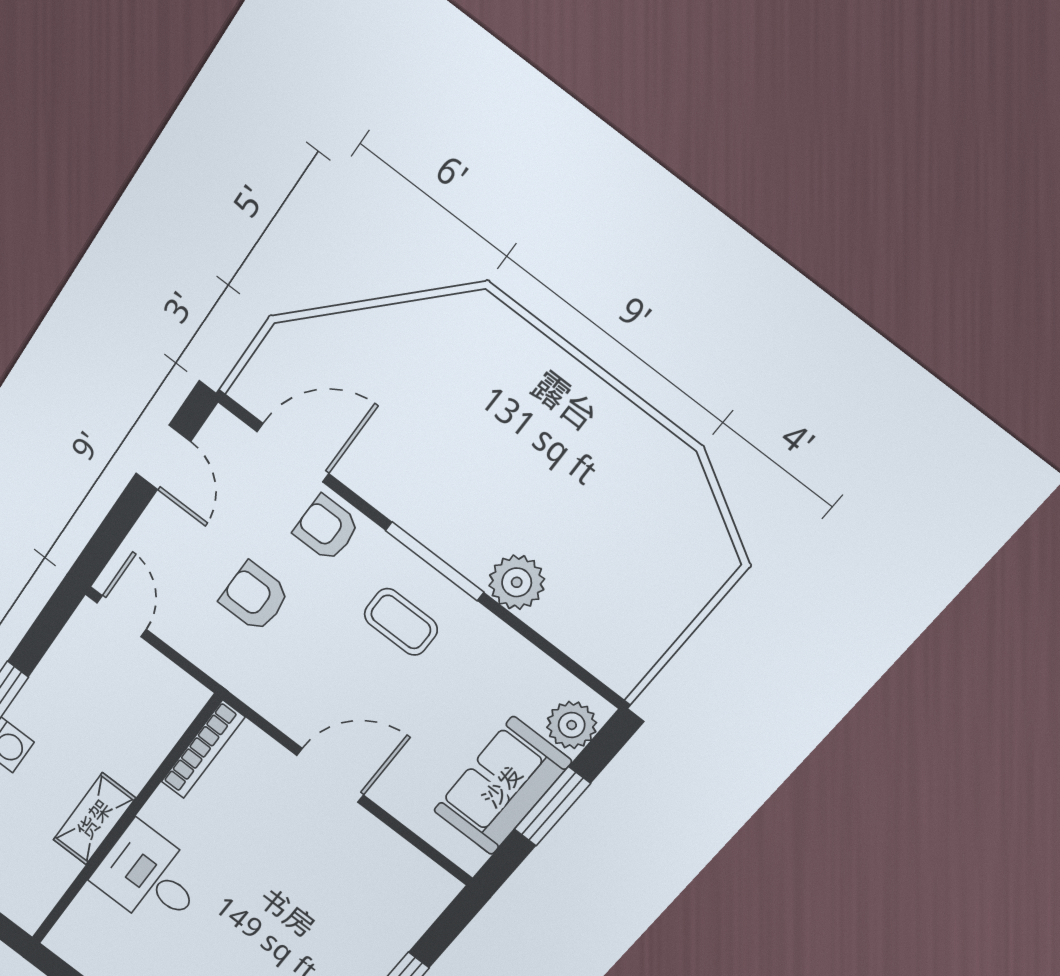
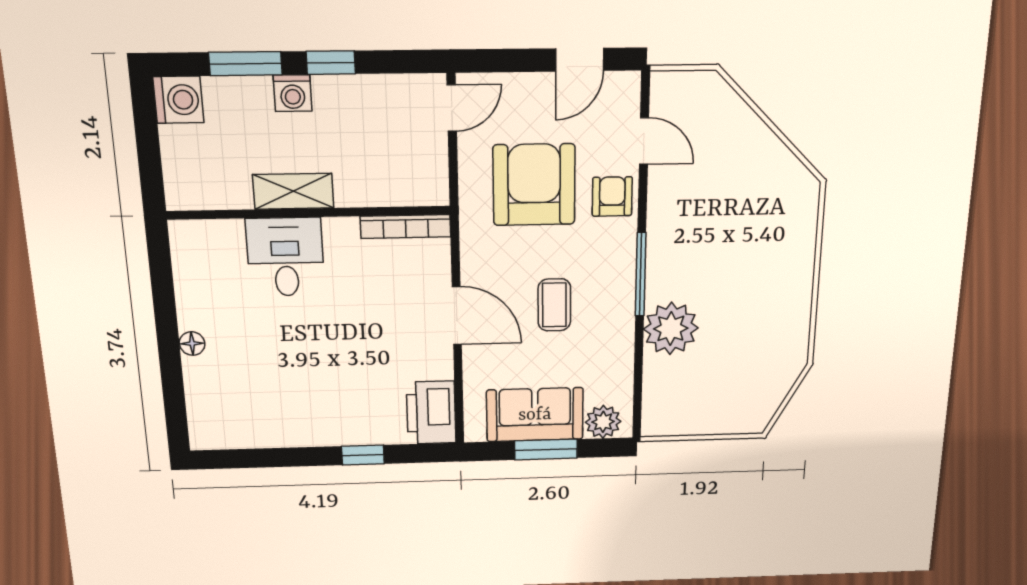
door: (293, 453) -> (644, 141), width x0.73
plant: (517, 582) -> (671, 329), width x1.36, depth x1.36
armchair: (254, 597) -> (534, 185), width x1.88, depth x1.88
coffee table: (401, 622) -> (554, 305), moved
printer: (413, 881) -> (431, 413), added

